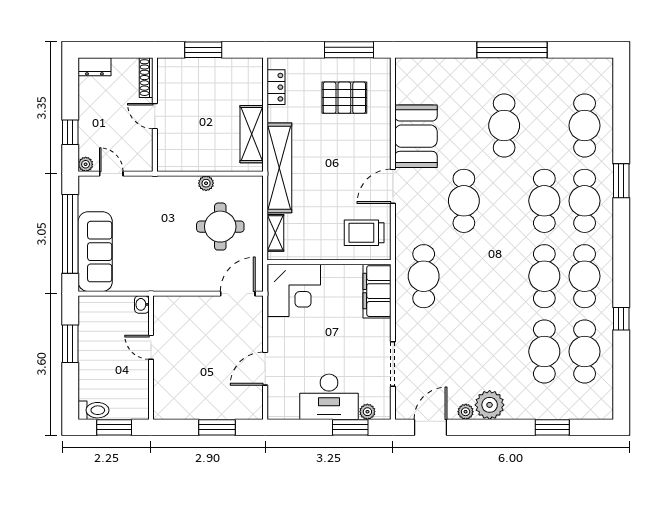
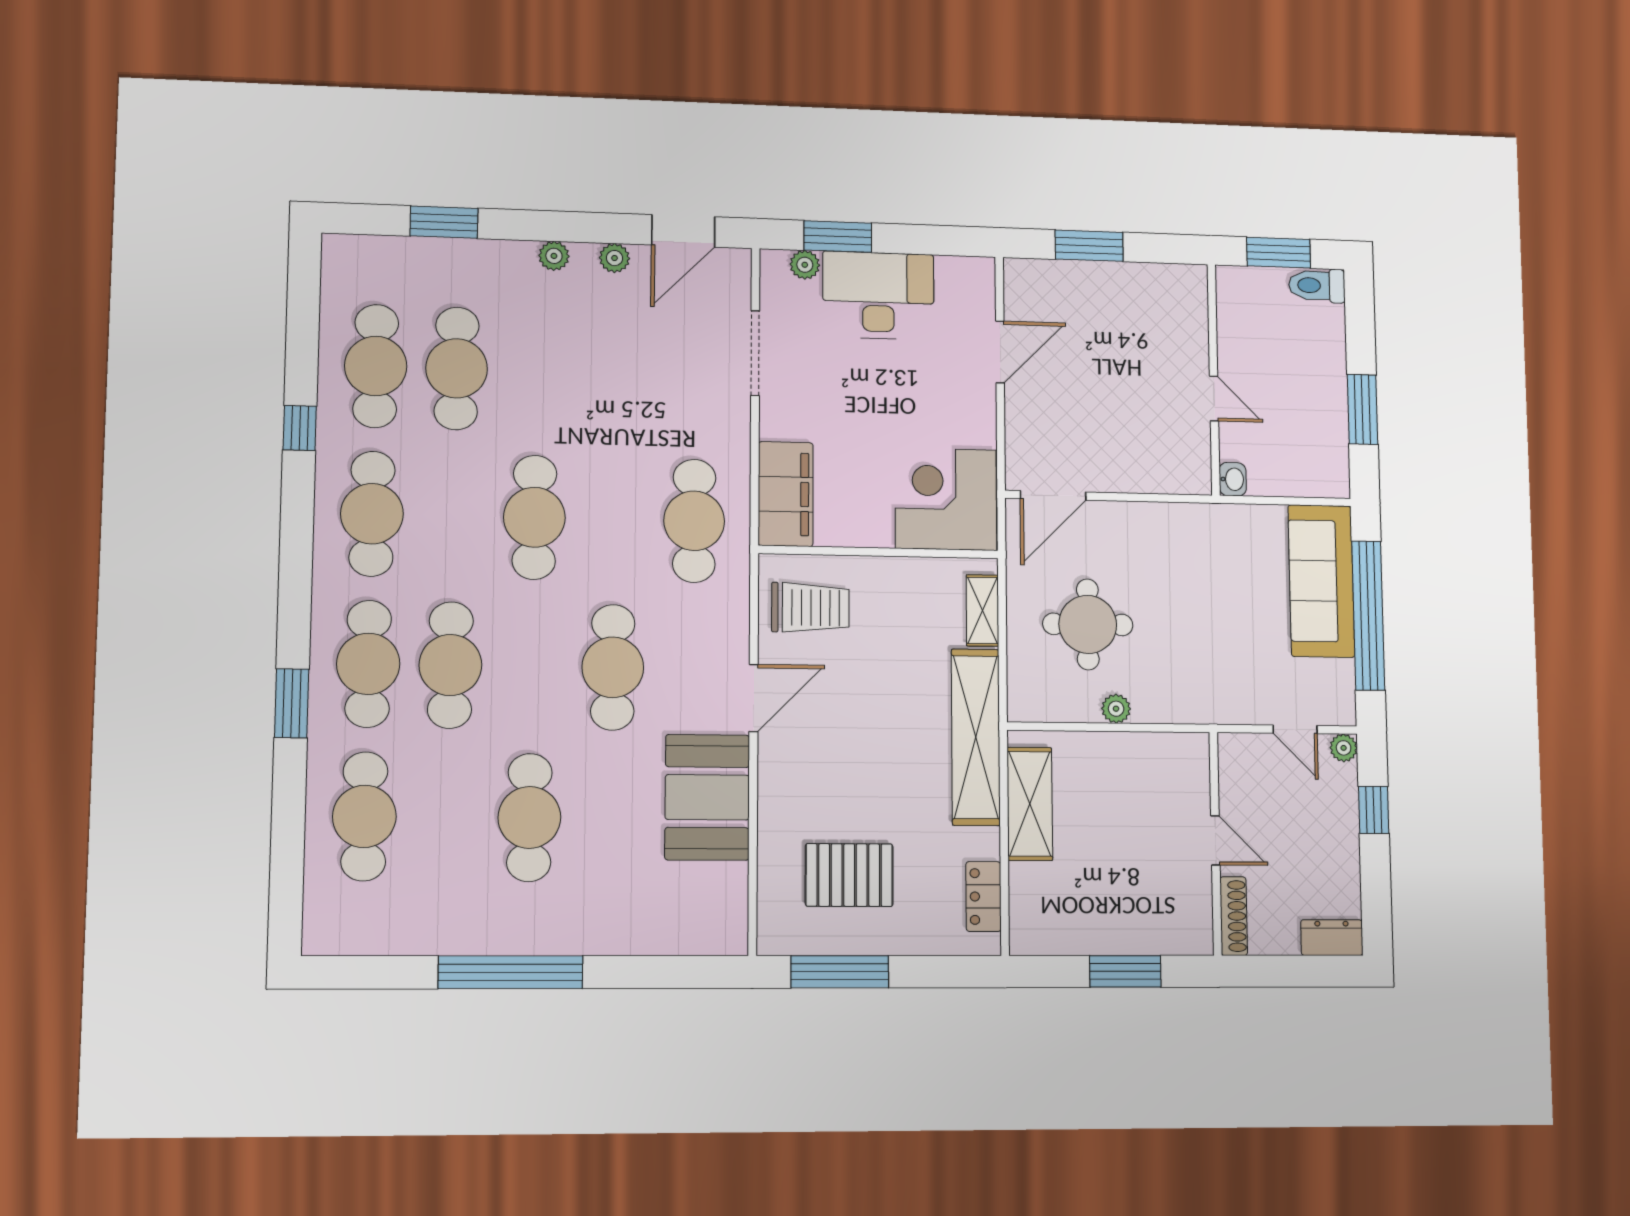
cafe table: (544, 276) -> (534, 517), moved
plant: (490, 405) -> (554, 256), width x0.53, depth x0.53

